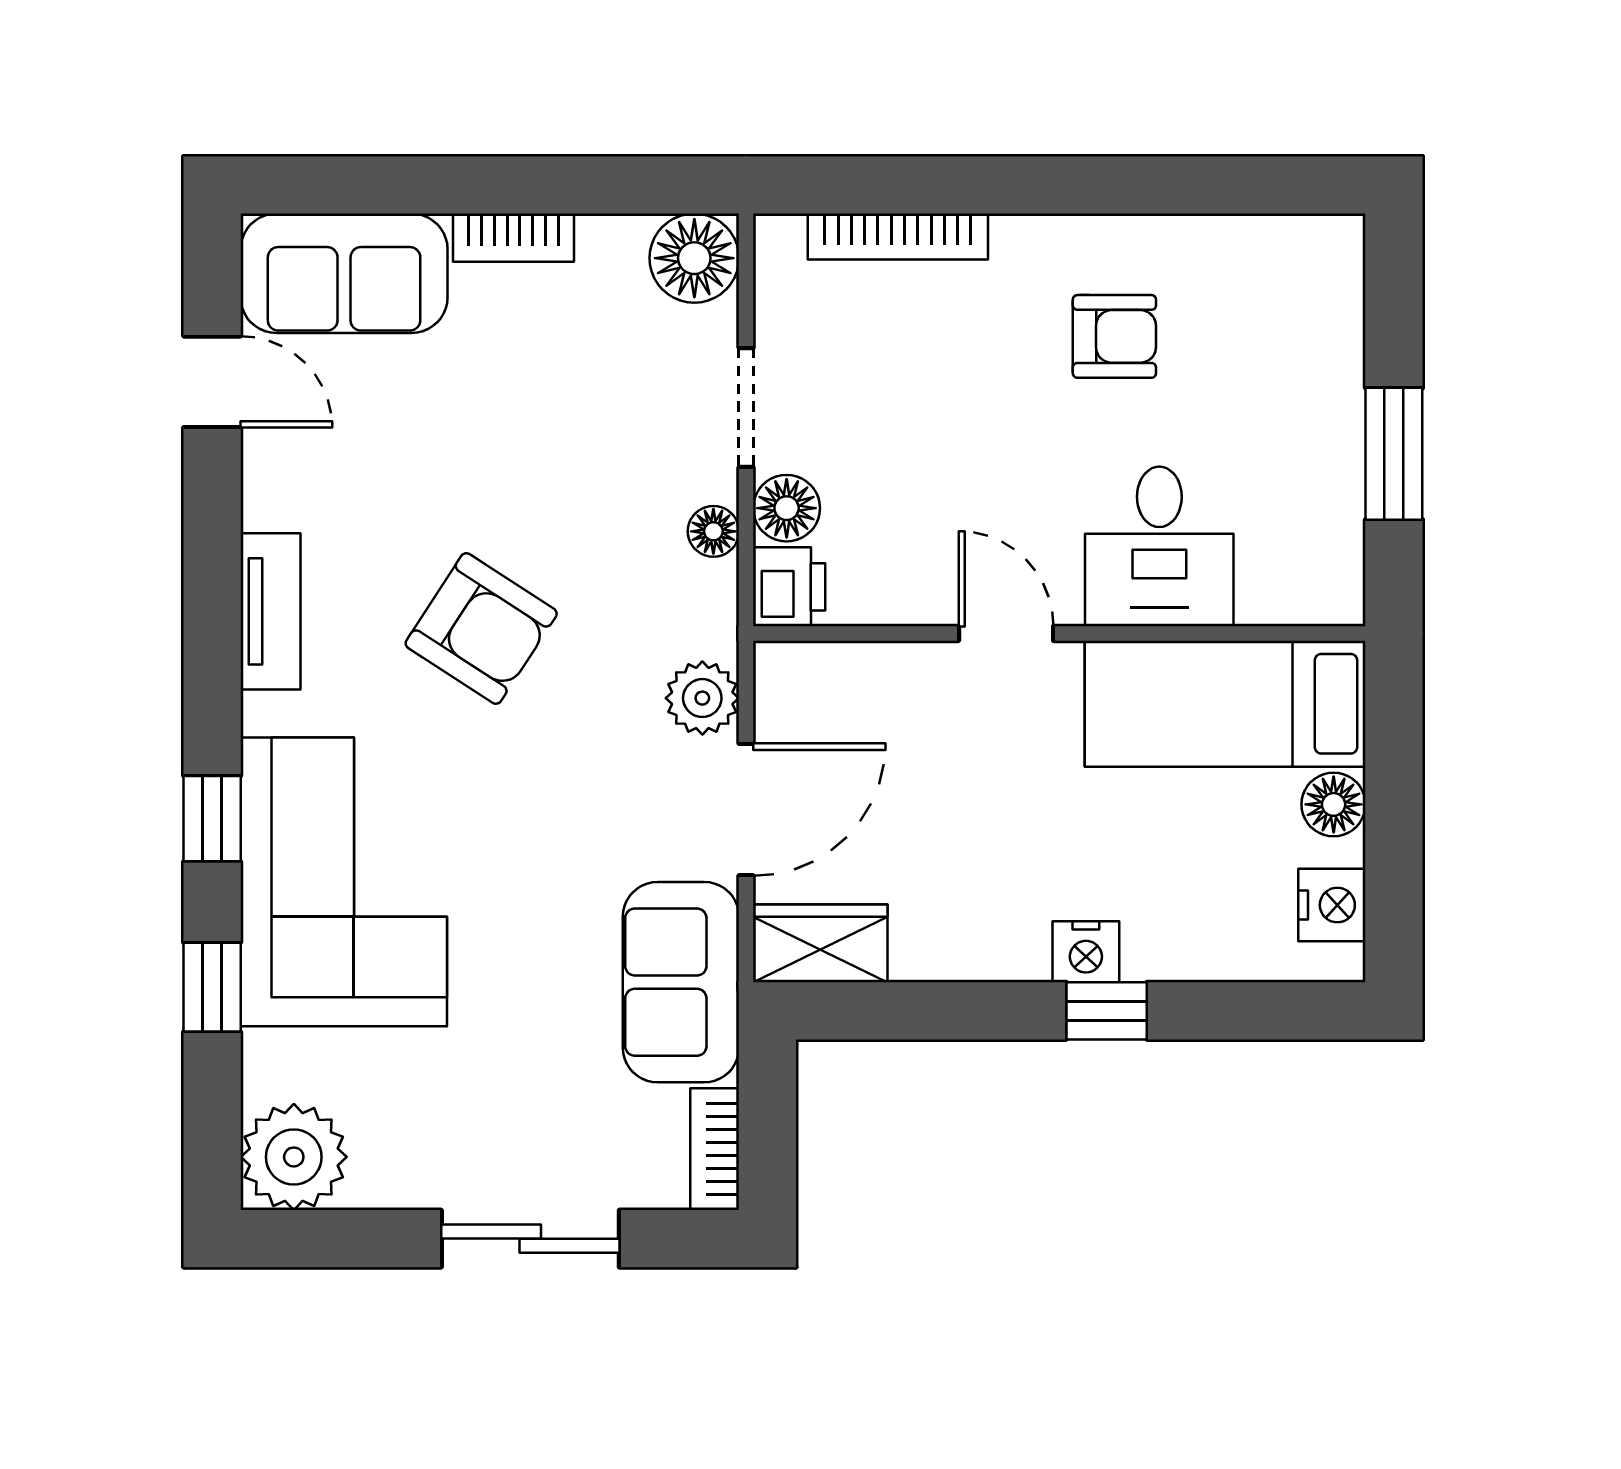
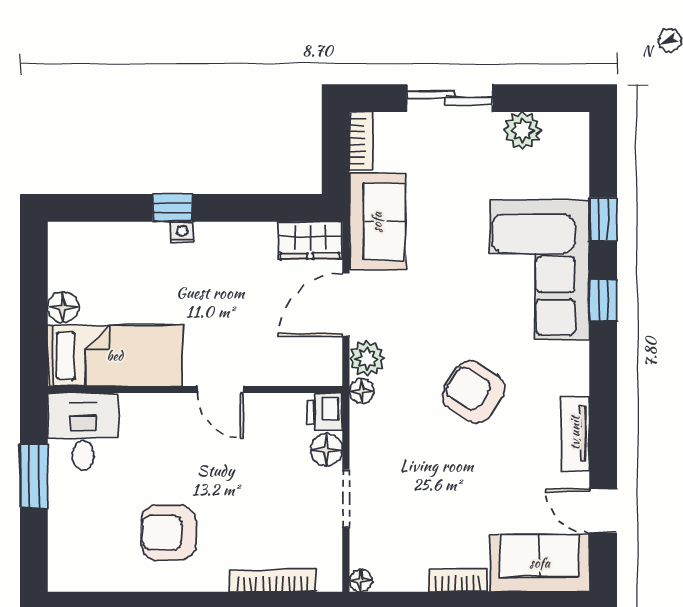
floor lamp: (694, 258) -> (361, 581), width x0.53, depth x0.53
armchair: (1114, 336) -> (168, 533), width x1.38, depth x1.38
floor lamp: (713, 531) -> (362, 391), moved
desk: (1159, 546) -> (83, 432), moved
tv unit: (271, 611) -> (575, 433), moved
nightstand: (1332, 905) -> (64, 259), removed
nightstand: (1086, 952) -> (182, 232), width x0.72, depth x0.74
plant: (294, 1157) -> (522, 131), moved, width x0.73, depth x0.73

